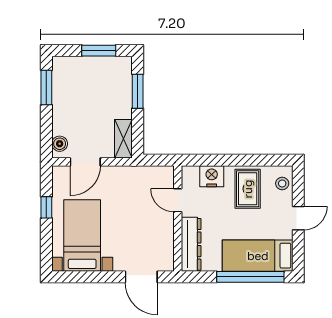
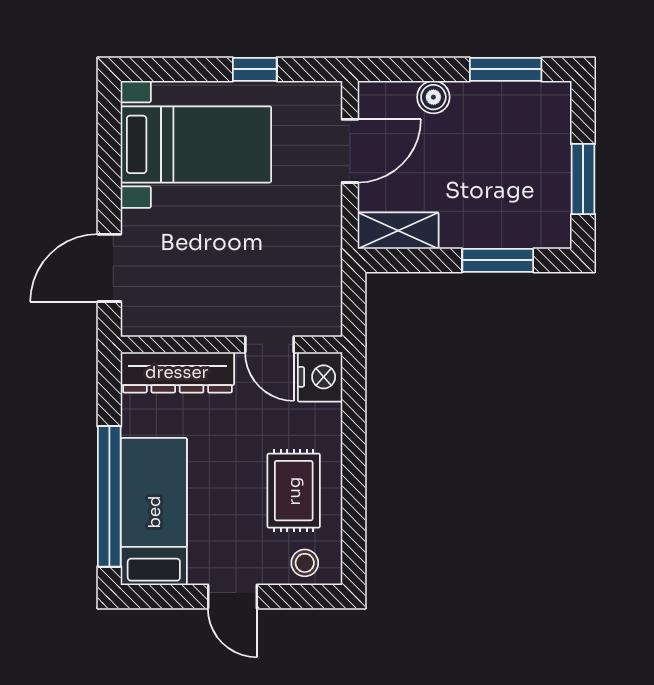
boiler: (60, 144) -> (433, 97), moved
door: (85, 162) -> (350, 151), swing flipped
nightstand: (212, 176) -> (320, 377), moved
rug: (248, 189) -> (294, 491), turned 90
door: (178, 200) -> (270, 344), swing flipped

